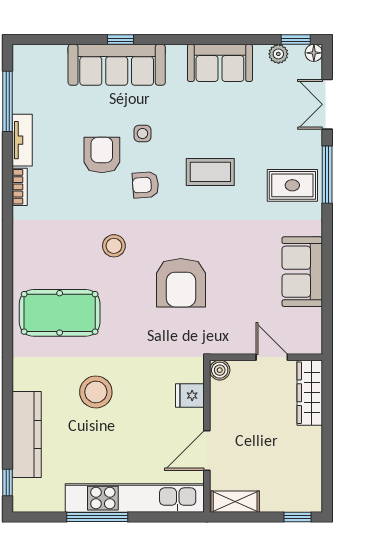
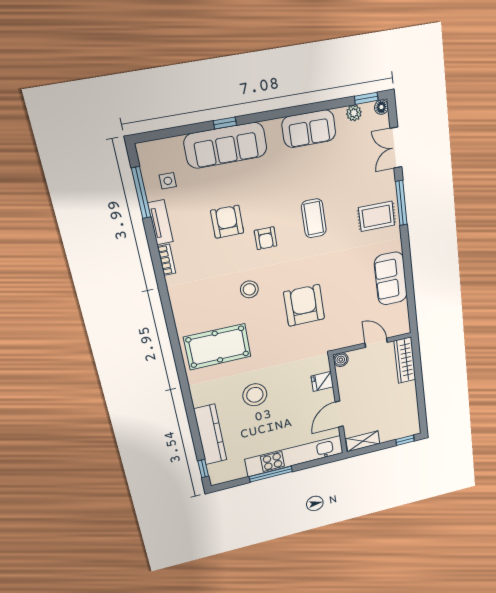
side table: (142, 134) -> (168, 181), moved
coffee table: (210, 172) -> (314, 218), turned 90
armchair: (145, 185) -> (266, 238), turned -86
armchair: (181, 283) -> (304, 305), turned 180

